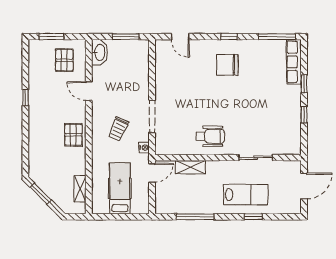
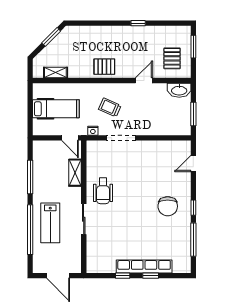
window: (277, 37) -> (193, 240), moved
pallet: (64, 60) -> (172, 58), turned 90
row of seats: (294, 62) -> (144, 267), moved, width x1.36
chair: (227, 65) -> (168, 206), turned 180
sliding door: (256, 158) -> (84, 219), moved
window: (253, 217) -> (30, 230), width x3.17

